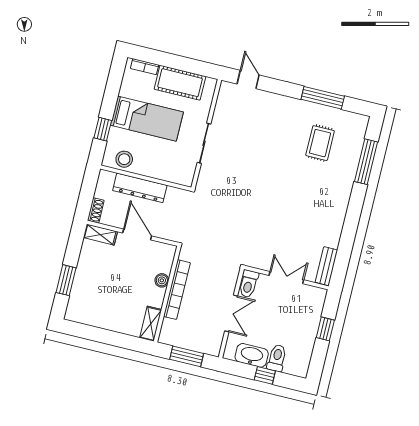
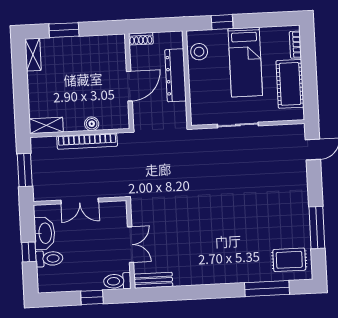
rug: (320, 143) -> (289, 260), moved
shelving: (100, 235) -> (33, 55), moved
toilet: (248, 284) -> (117, 281), moved

